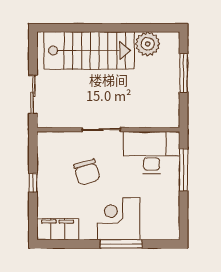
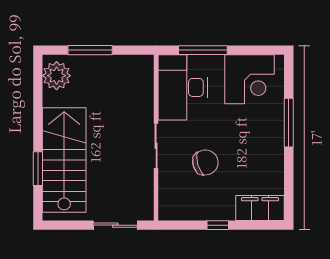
window: (82, 28) -> (38, 169), added
plant: (148, 44) -> (57, 76), moved
corner desk: (118, 219) -> (249, 79), moved, turned -90
filing cabinet: (58, 229) -> (260, 208), moved, turned 90

